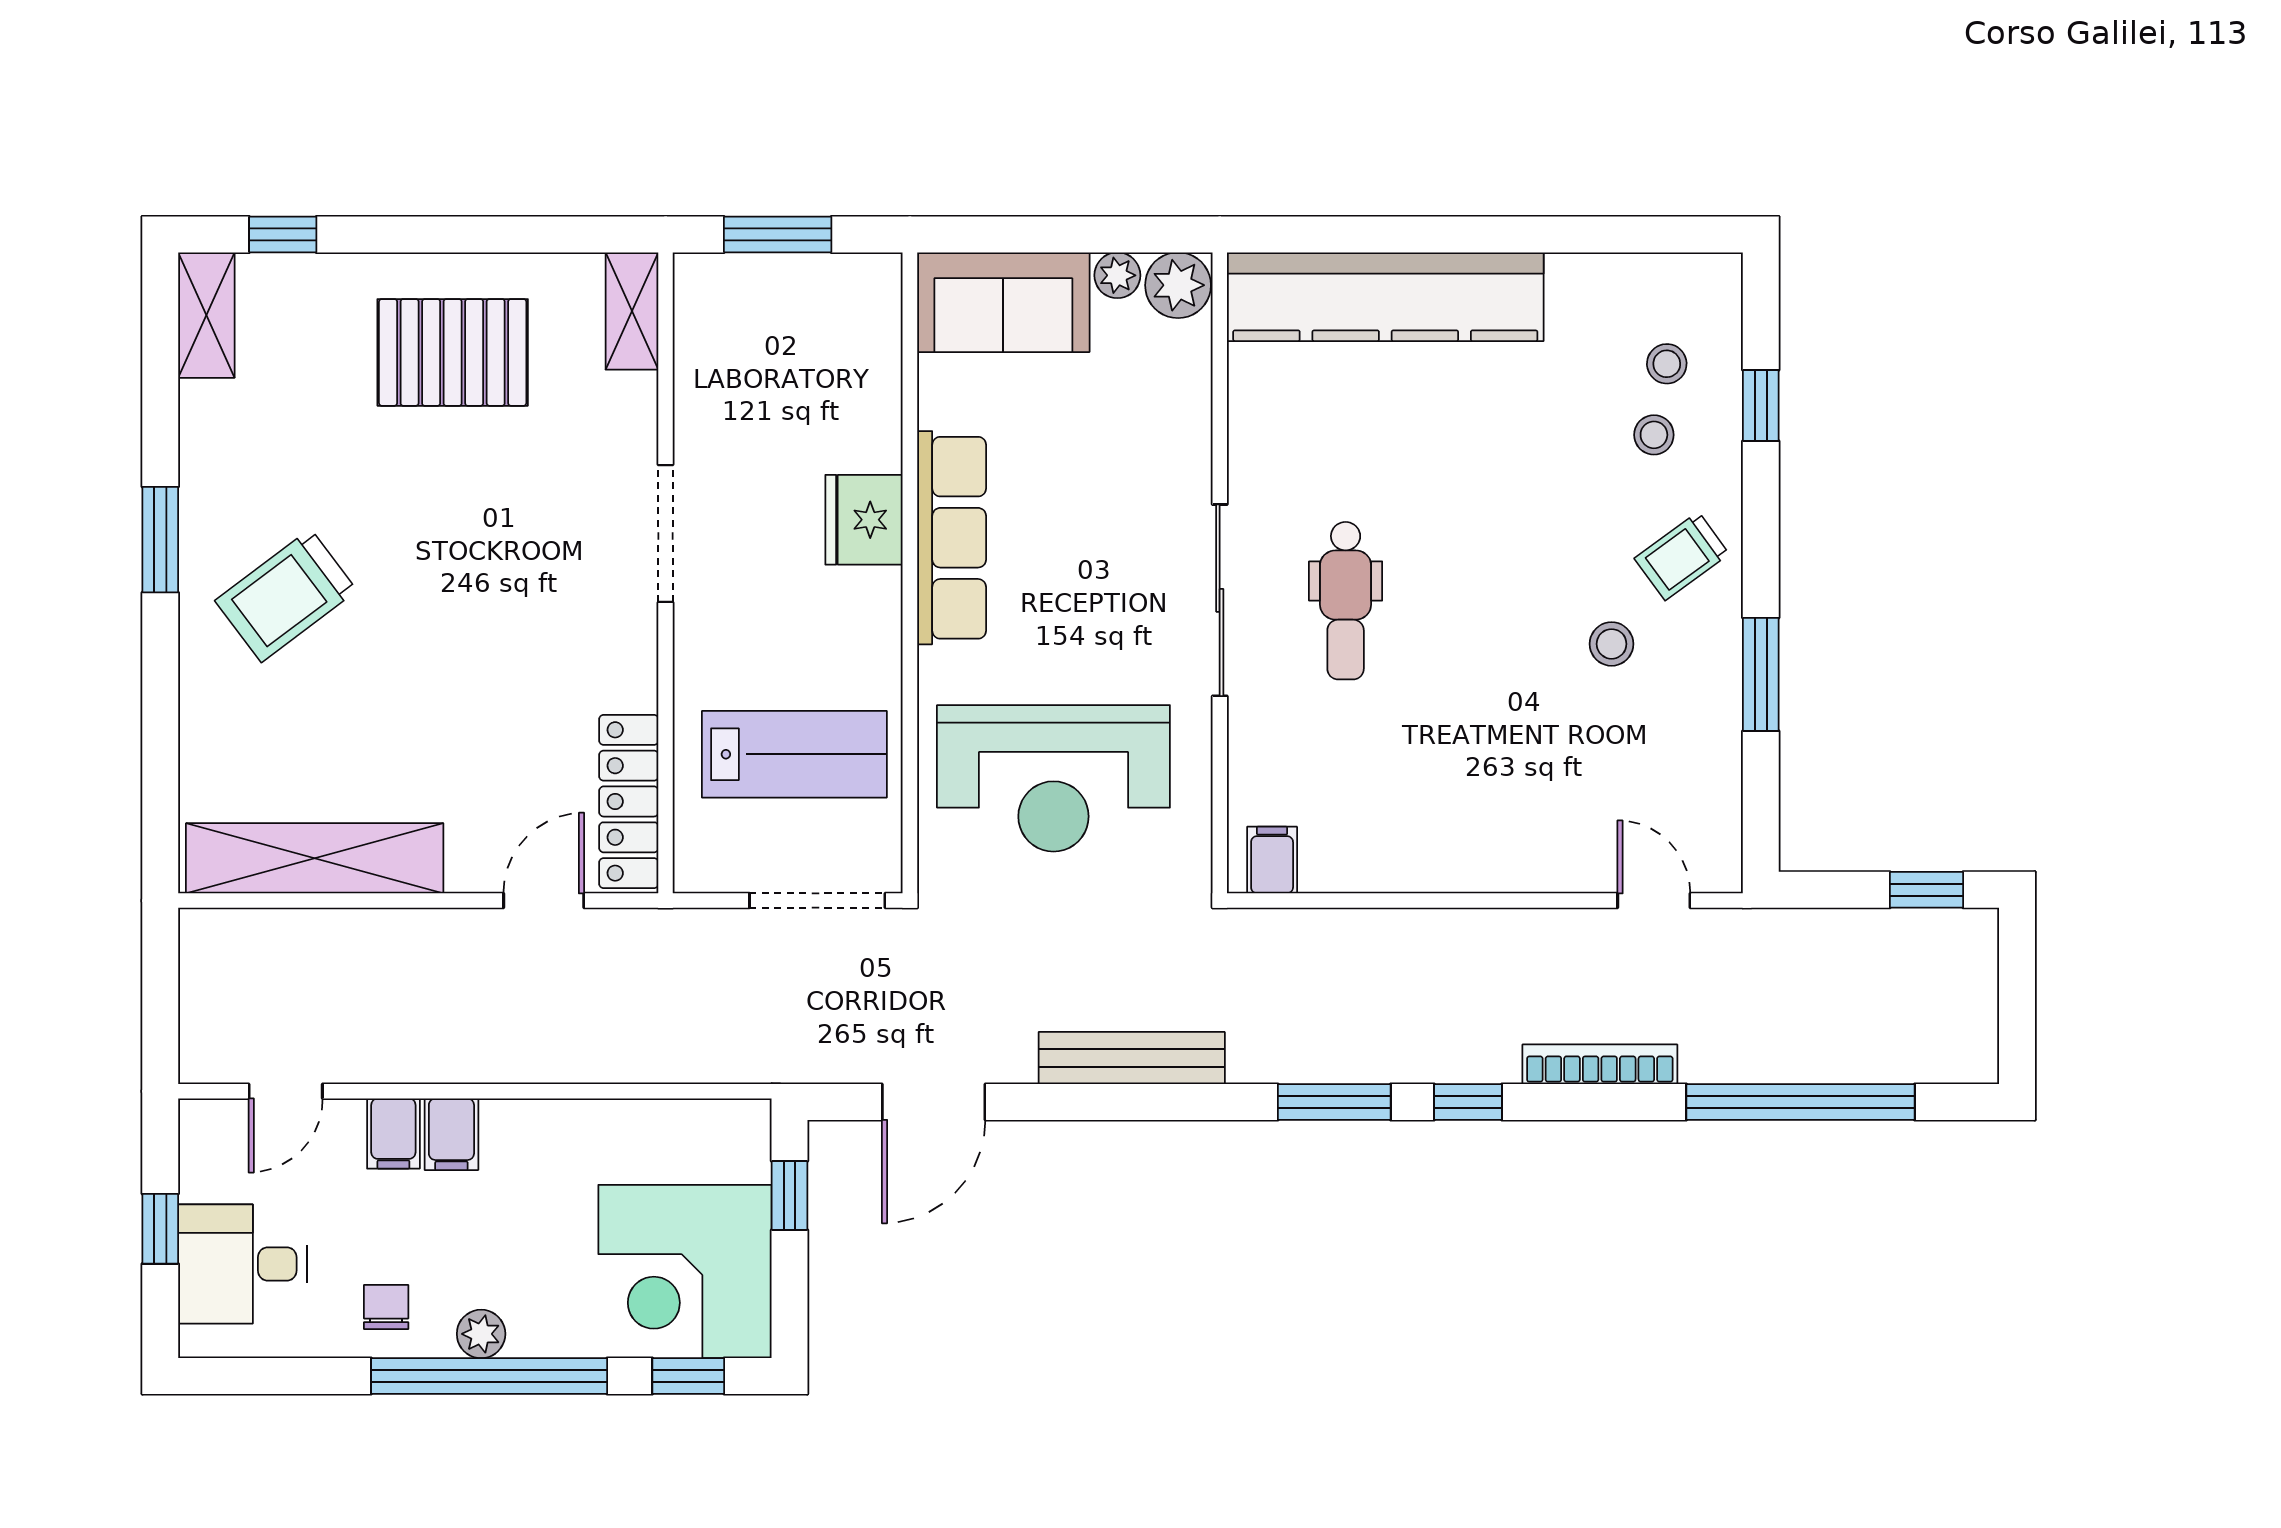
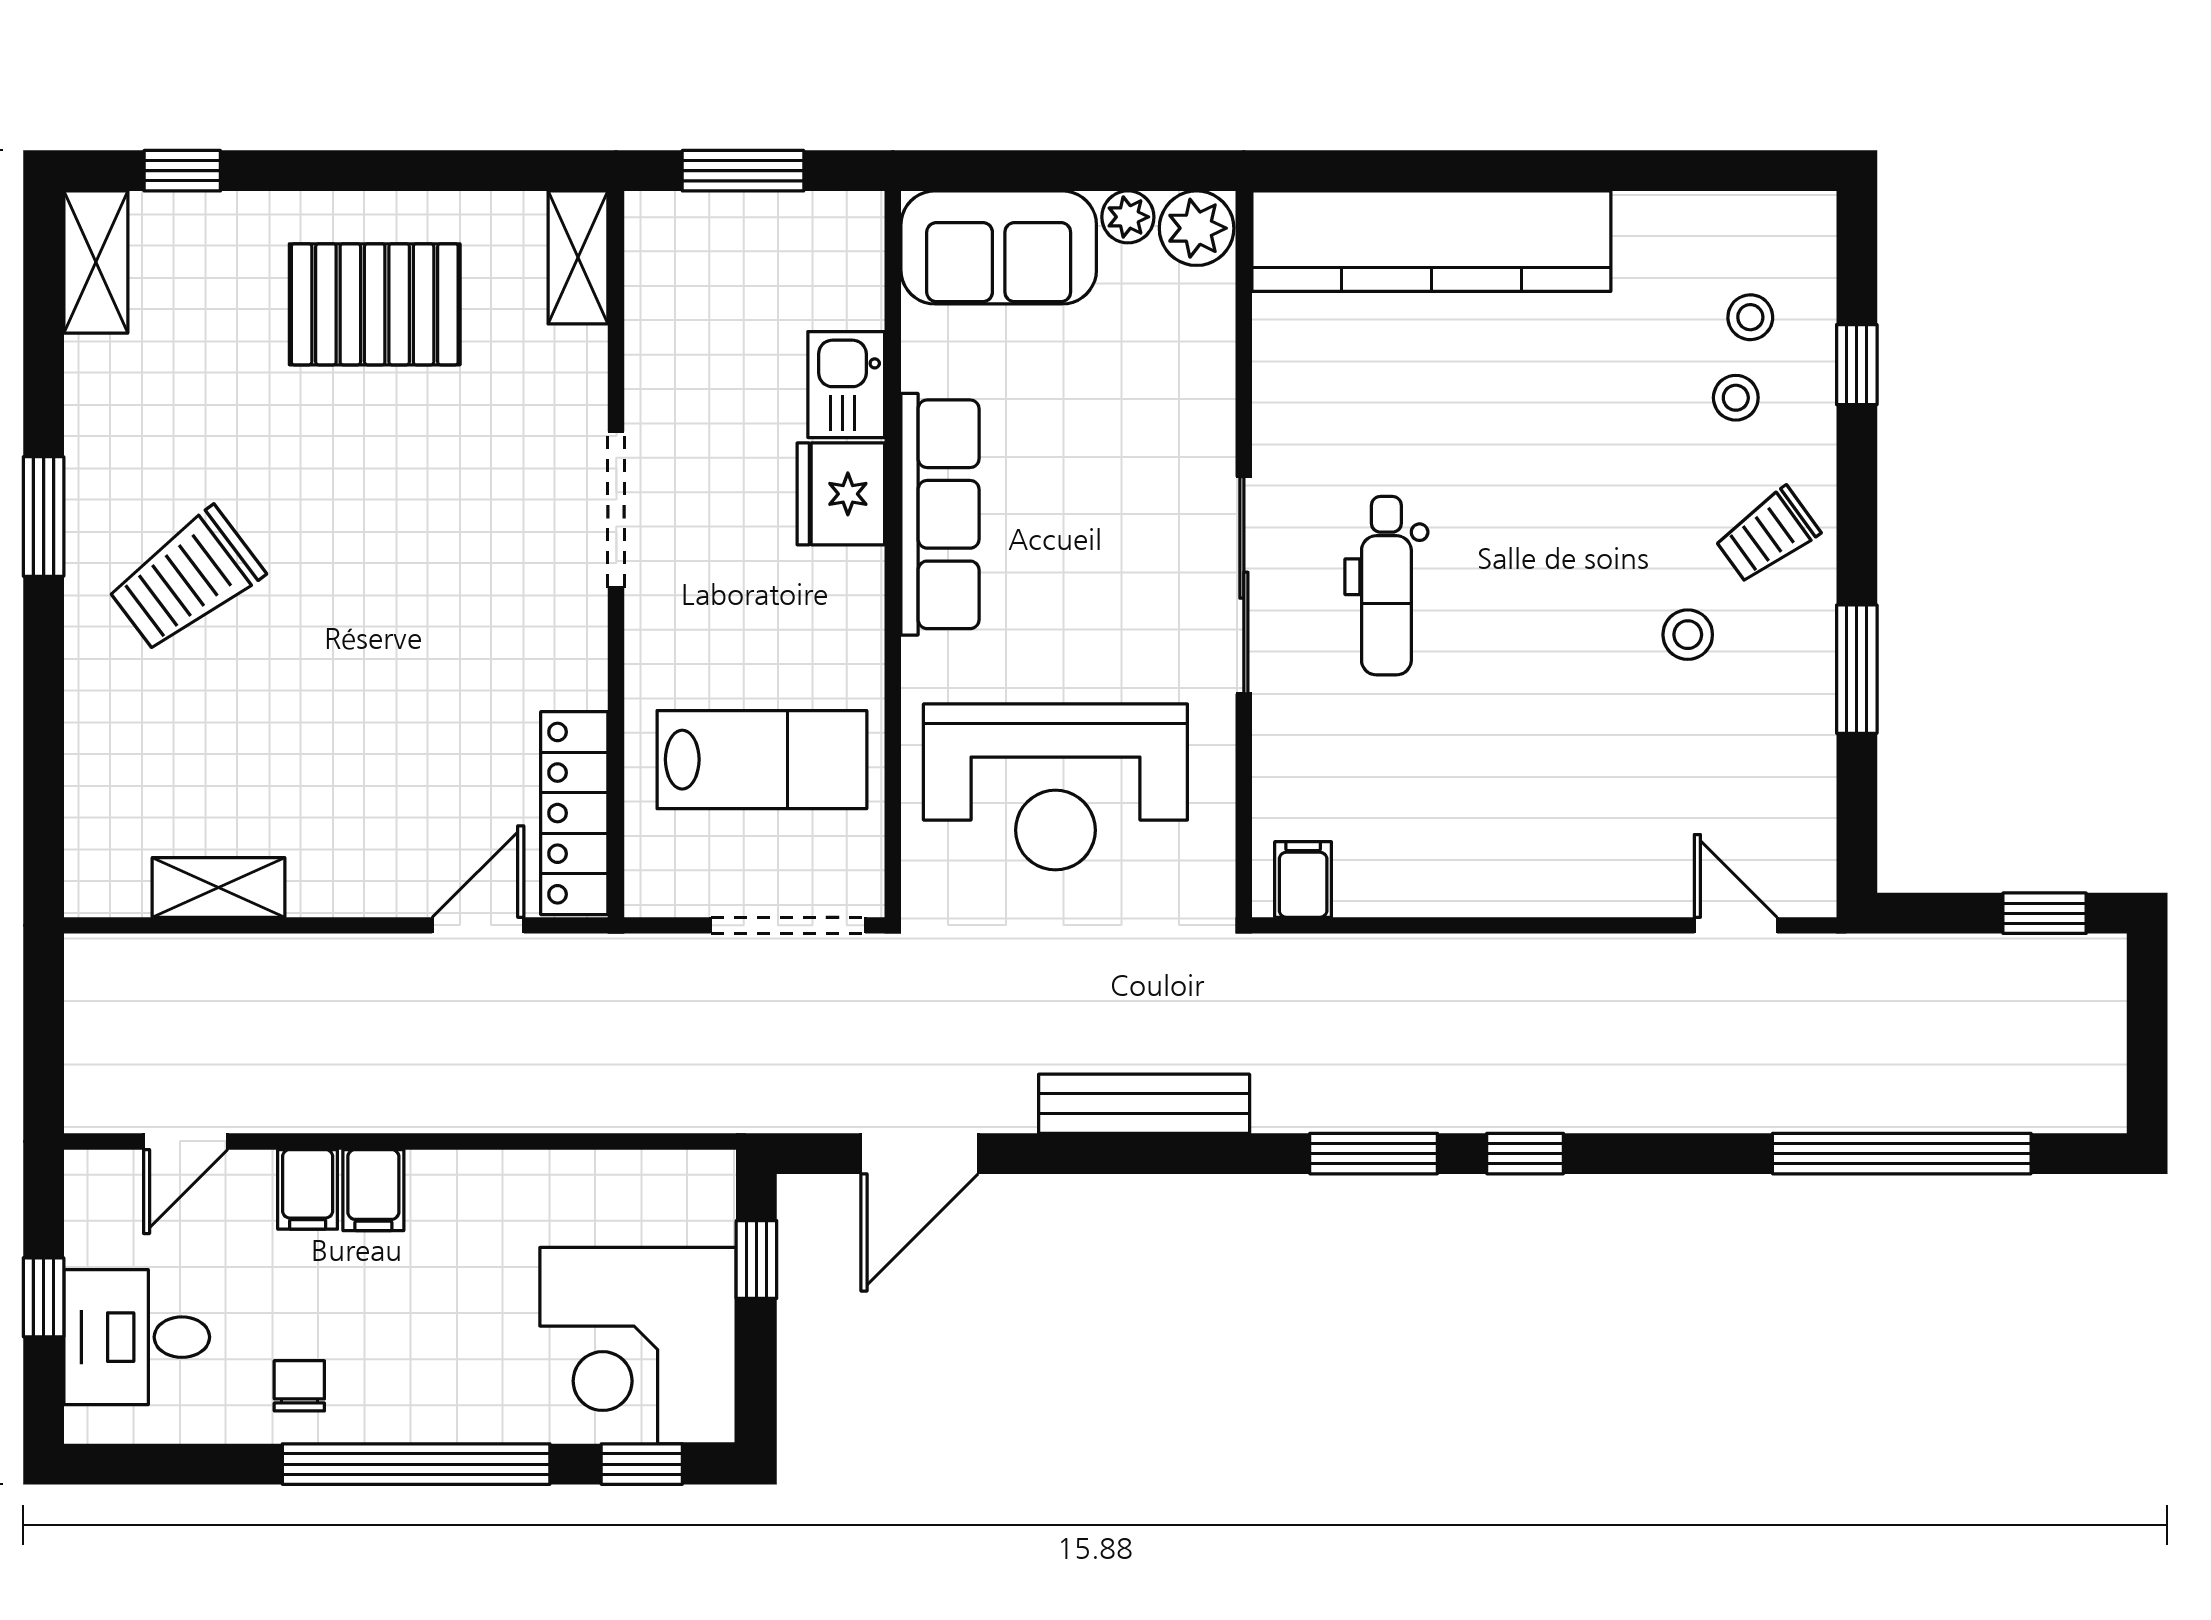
kitchen sink: (869, 423) -> (846, 385), added
shelving: (315, 858) -> (218, 887), width x0.45, depth x0.75
bookcase: (1600, 1064) -> (1675, 1111), removed
plant: (481, 1334) -> (407, 1416), removed

